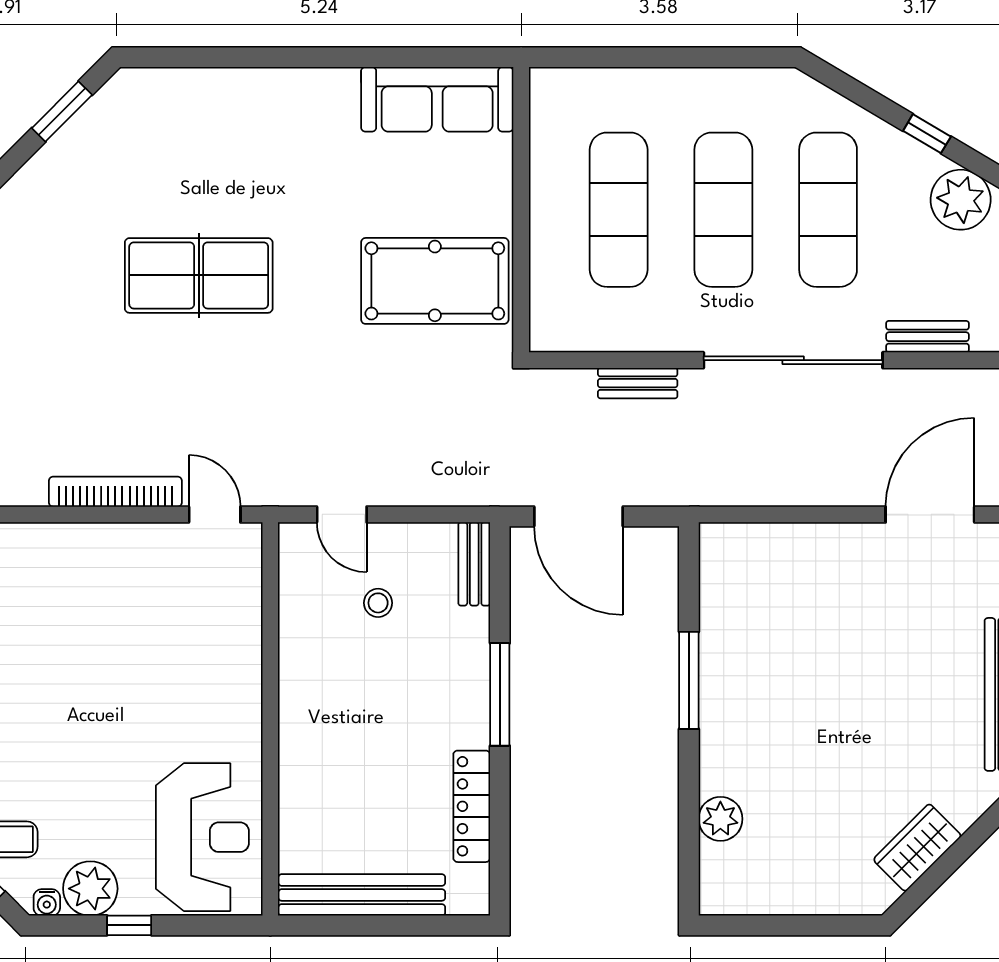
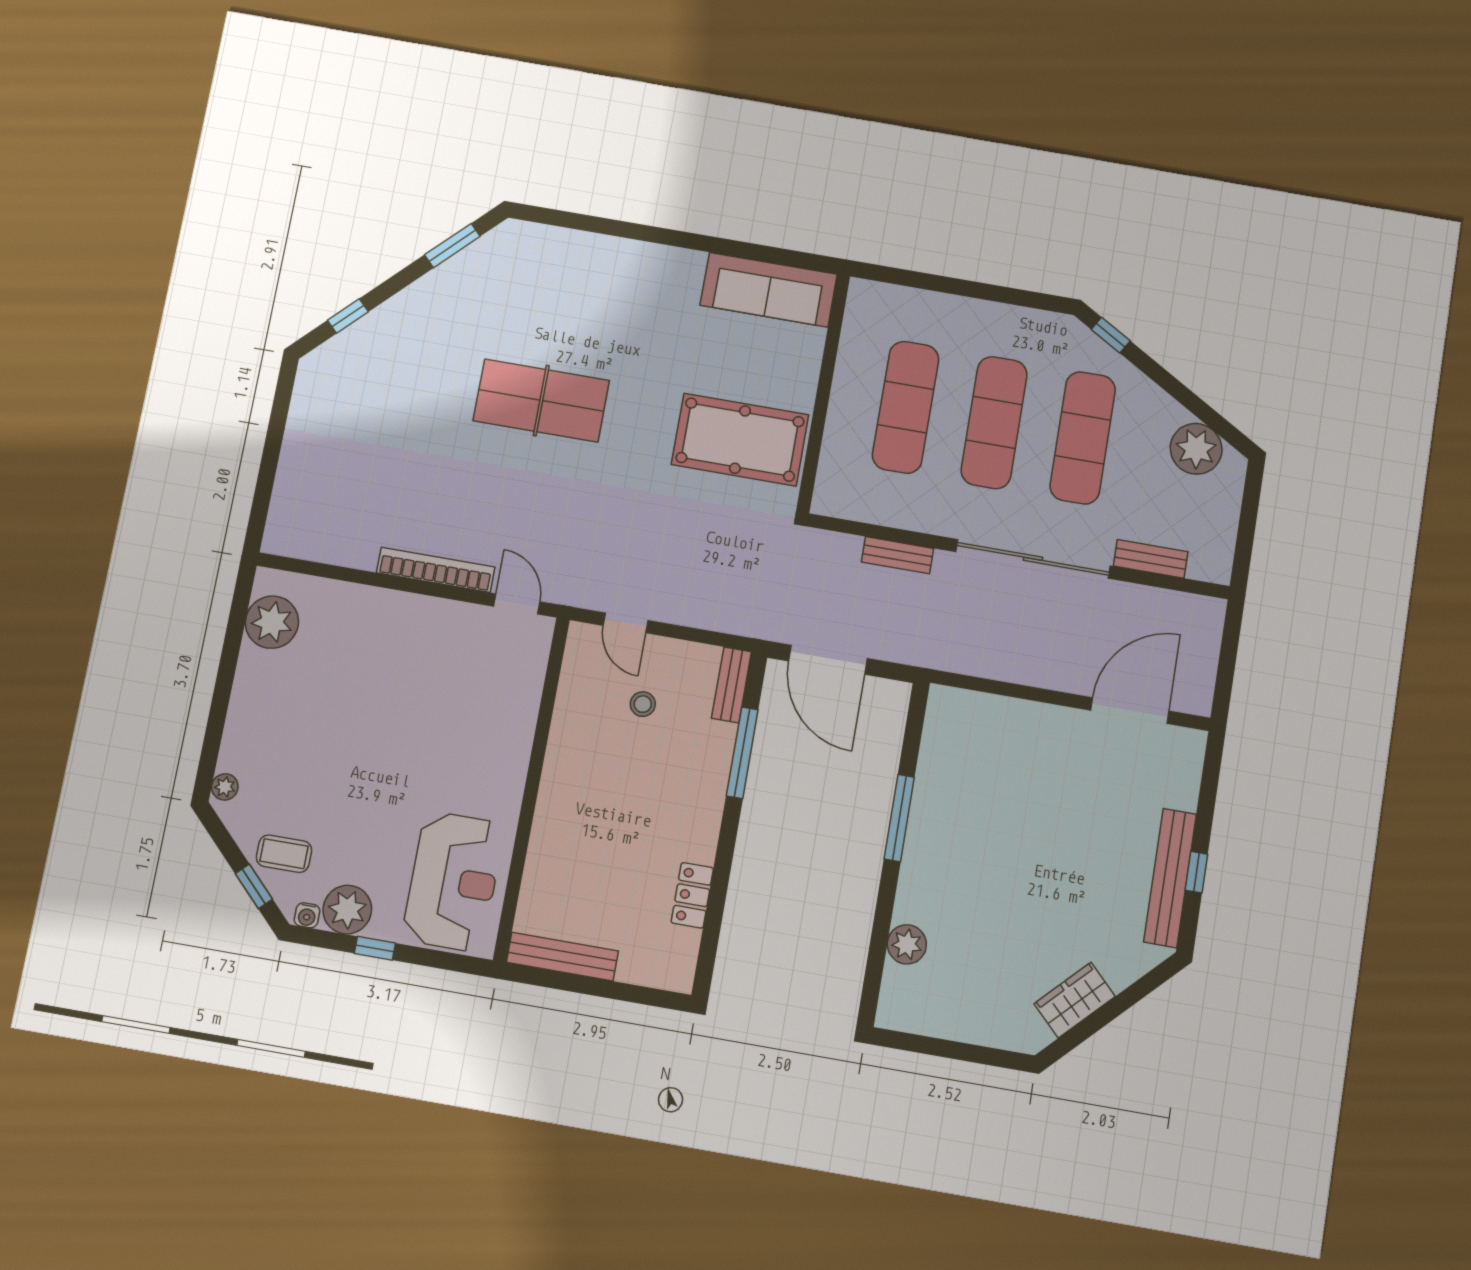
window: (927, 134) -> (1111, 335), moved
window: (500, 694) -> (742, 753), moved
locker: (472, 806) -> (692, 895), width x0.66
bench: (362, 895) -> (562, 957), width x0.73, depth x0.82

